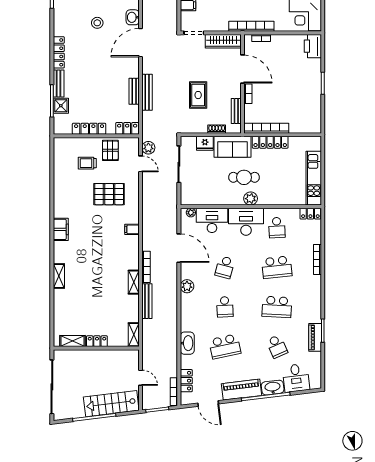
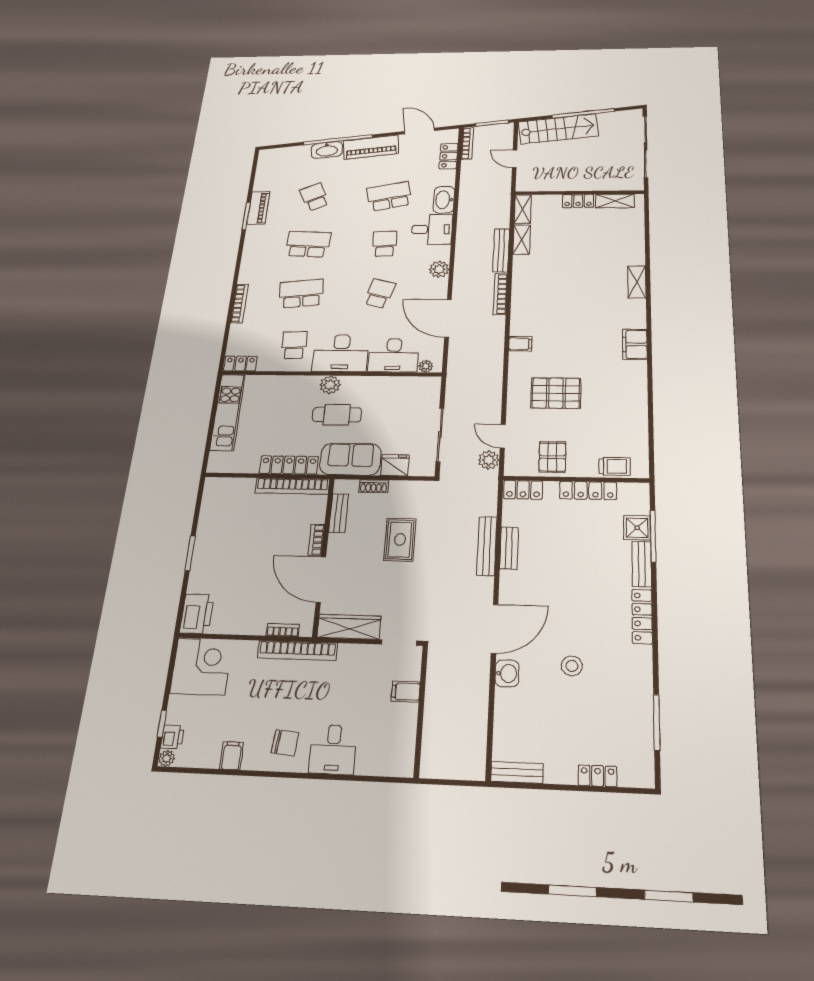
trolley: (87, 163) -> (615, 466), moved
shelving: (134, 282) -> (522, 240), moved
desk: (296, 378) -> (432, 229), moved, turned 97

